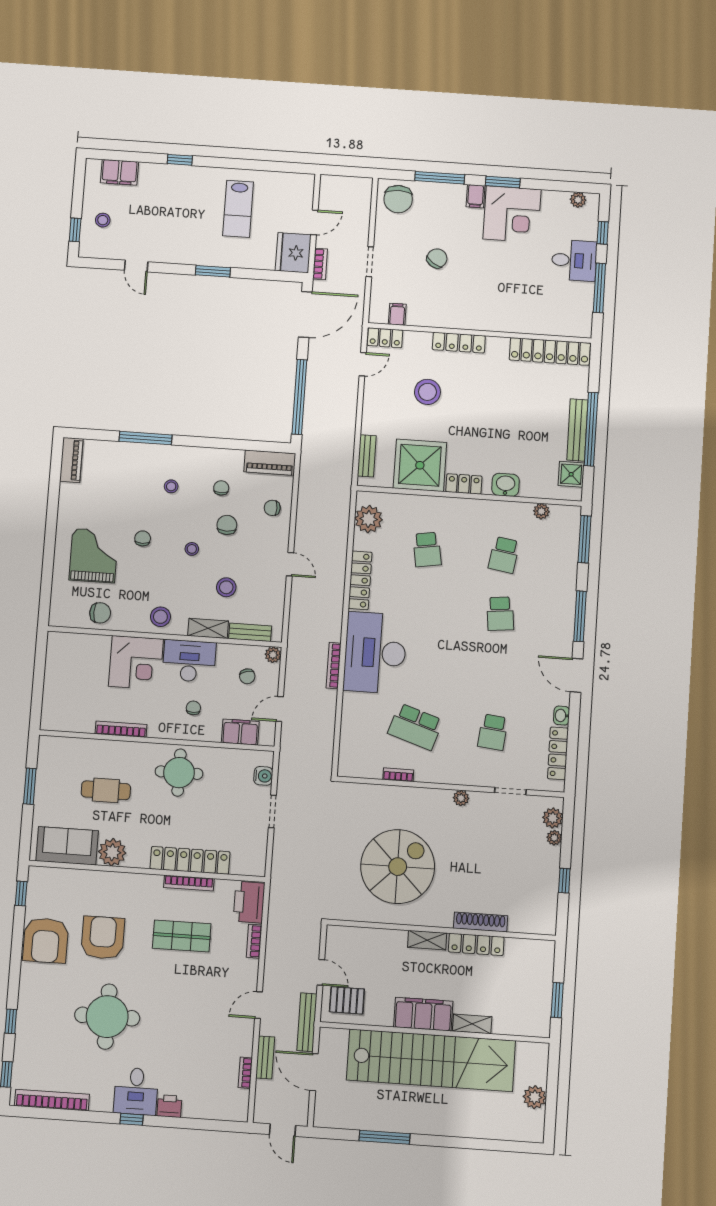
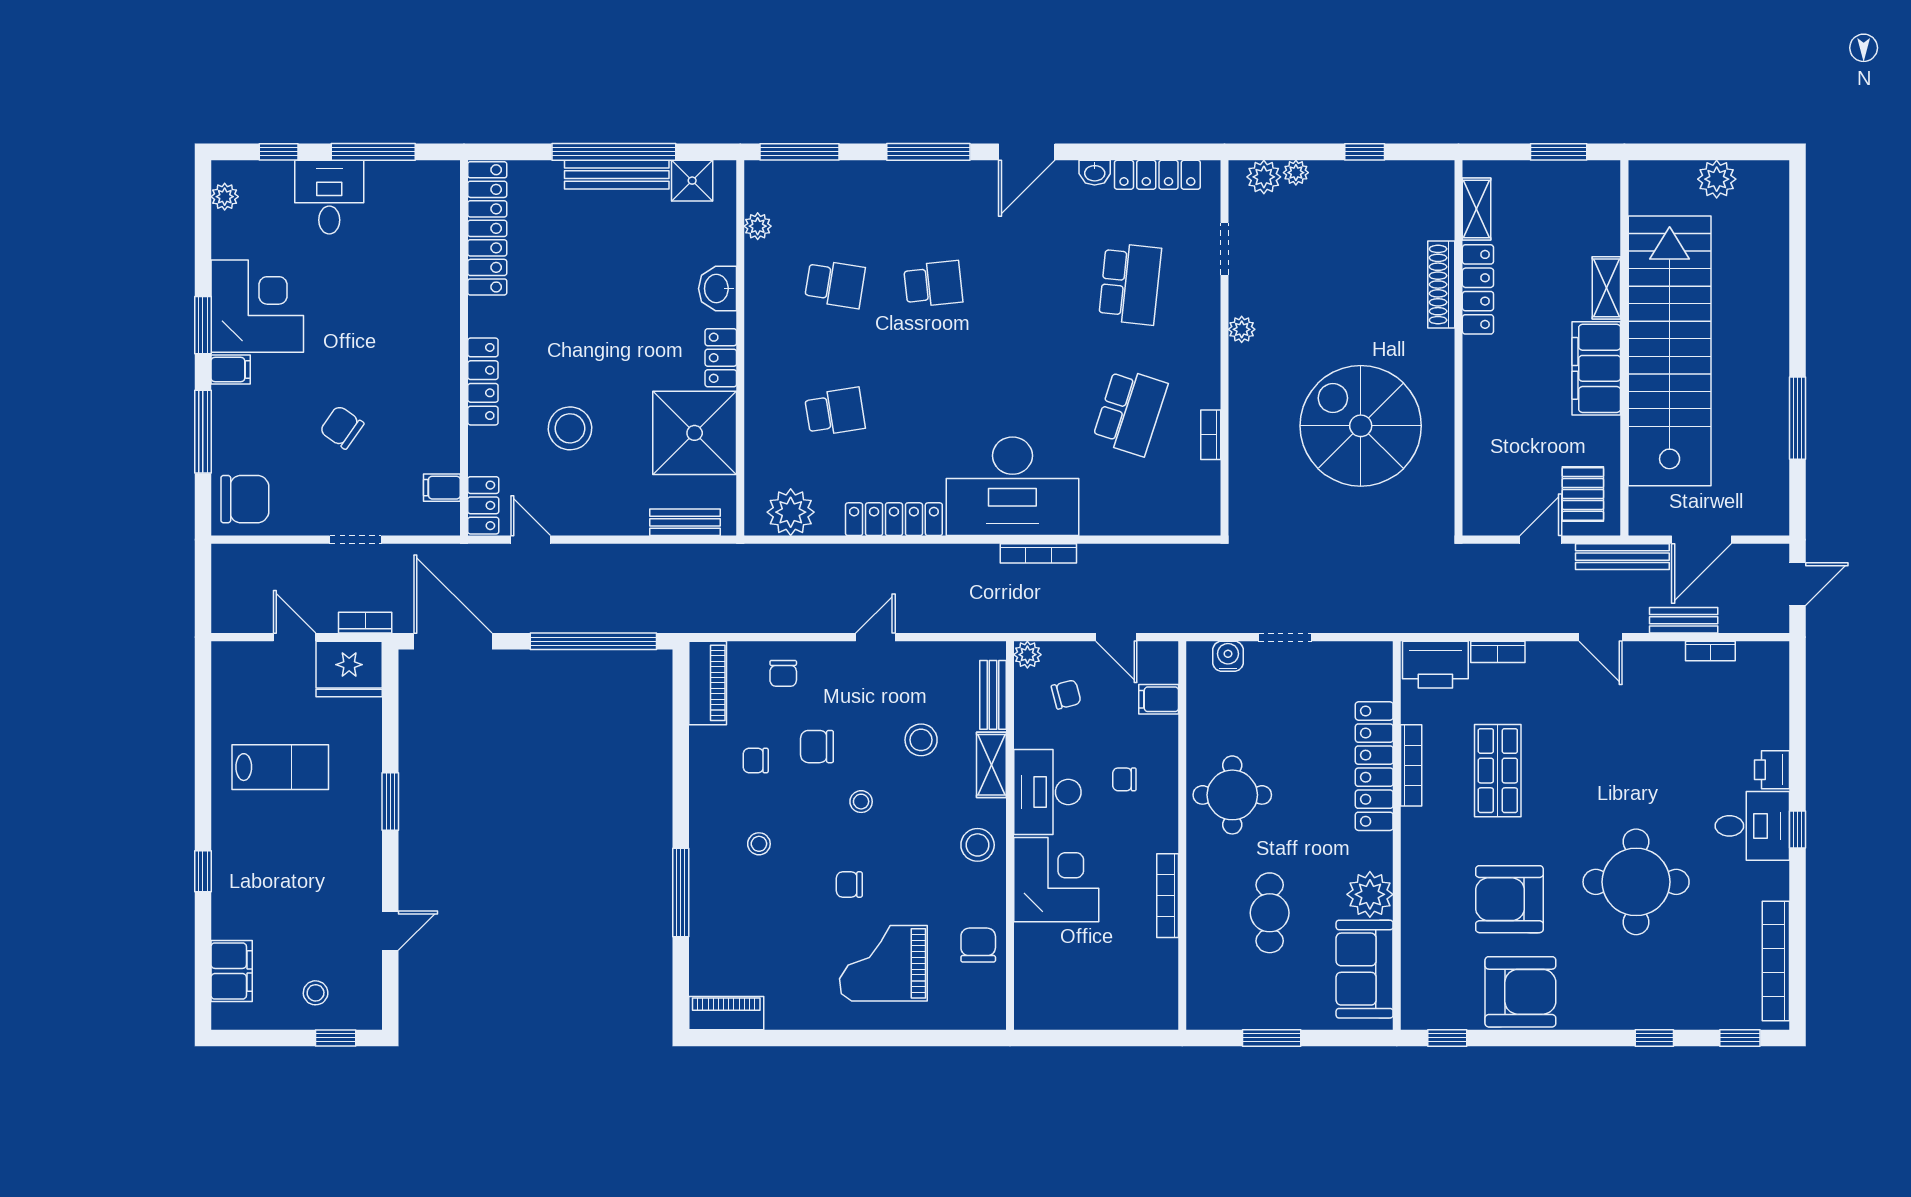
filing cabinet: (240, 732) -> (1159, 699), width x0.50
school desk: (493, 732) -> (1130, 284), width x1.85
shelving: (427, 940) -> (1477, 209), moved

